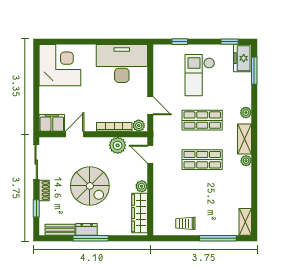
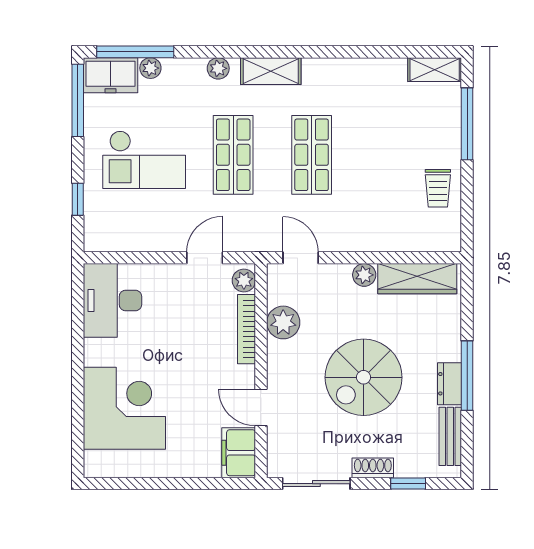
window: (230, 42) -> (78, 100), width x2.17
desk: (122, 64) -> (112, 300), width x0.73, depth x0.77
corner desk: (60, 65) -> (124, 408), moved, turned 90
window: (254, 71) -> (135, 52), width x1.44
door: (150, 154) -> (301, 258), swing flipped
plant: (246, 161) -> (150, 68), moved
spiral stairs: (90, 186) -> (364, 377), turned 180

